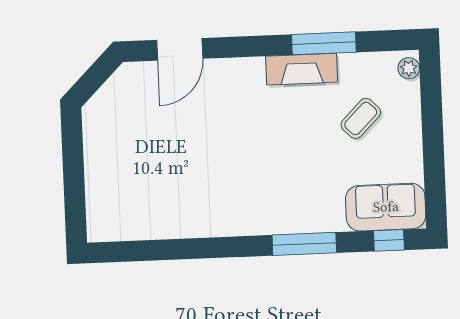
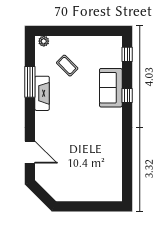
sofa: (386, 207) -> (111, 88), moved
window: (304, 244) -> (127, 96), width x0.46

